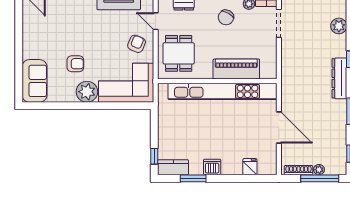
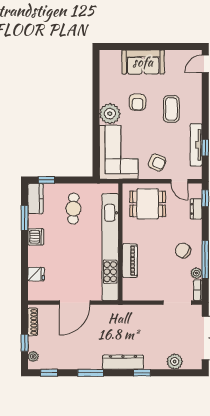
door: (156, 21) -> (179, 181), swing flipped
coffee table: (82, 29) -> (171, 109), added
piano: (236, 69) -> (130, 261), width x0.73, depth x0.75
sofa: (34, 81) -> (143, 62), moved
cafe table: (183, 129) -> (73, 209), added
plant: (319, 170) -> (33, 357), moved
window: (320, 178) -> (25, 343), width x0.46

